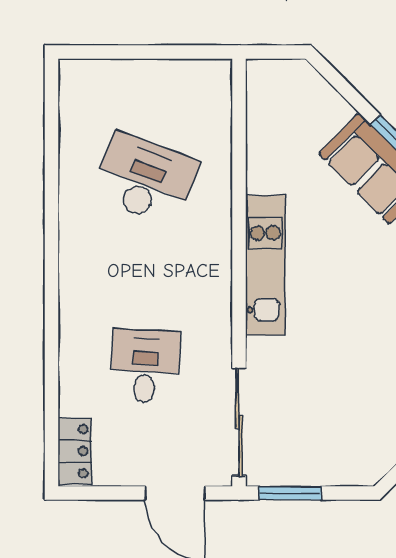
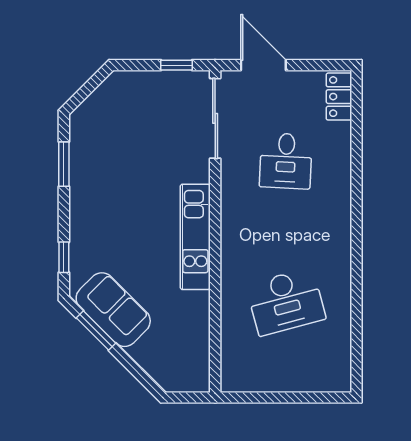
desk: (145, 179) -> (286, 302), turned -36
window: (290, 493) -> (177, 65), width x0.67

